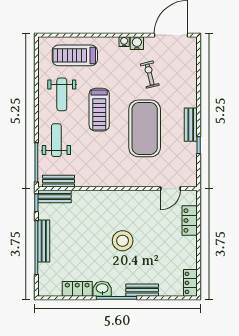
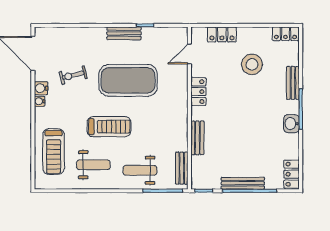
door: (171, 189) -> (189, 54), swing flipped
bench: (54, 196) -> (197, 138), moved
locker: (134, 197) -> (198, 92), added
stool: (123, 241) -> (252, 64), moved
locker: (77, 289) -> (292, 174), moved

